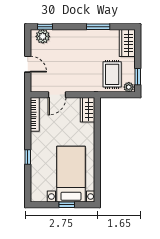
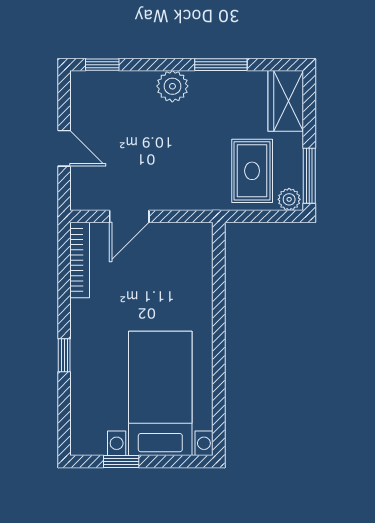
plant: (43, 36) -> (172, 86), moved
window: (138, 77) -> (309, 176), width x1.50
wardrobe: (87, 110) -> (197, 250), removed
window: (67, 205) -> (121, 462), moved

